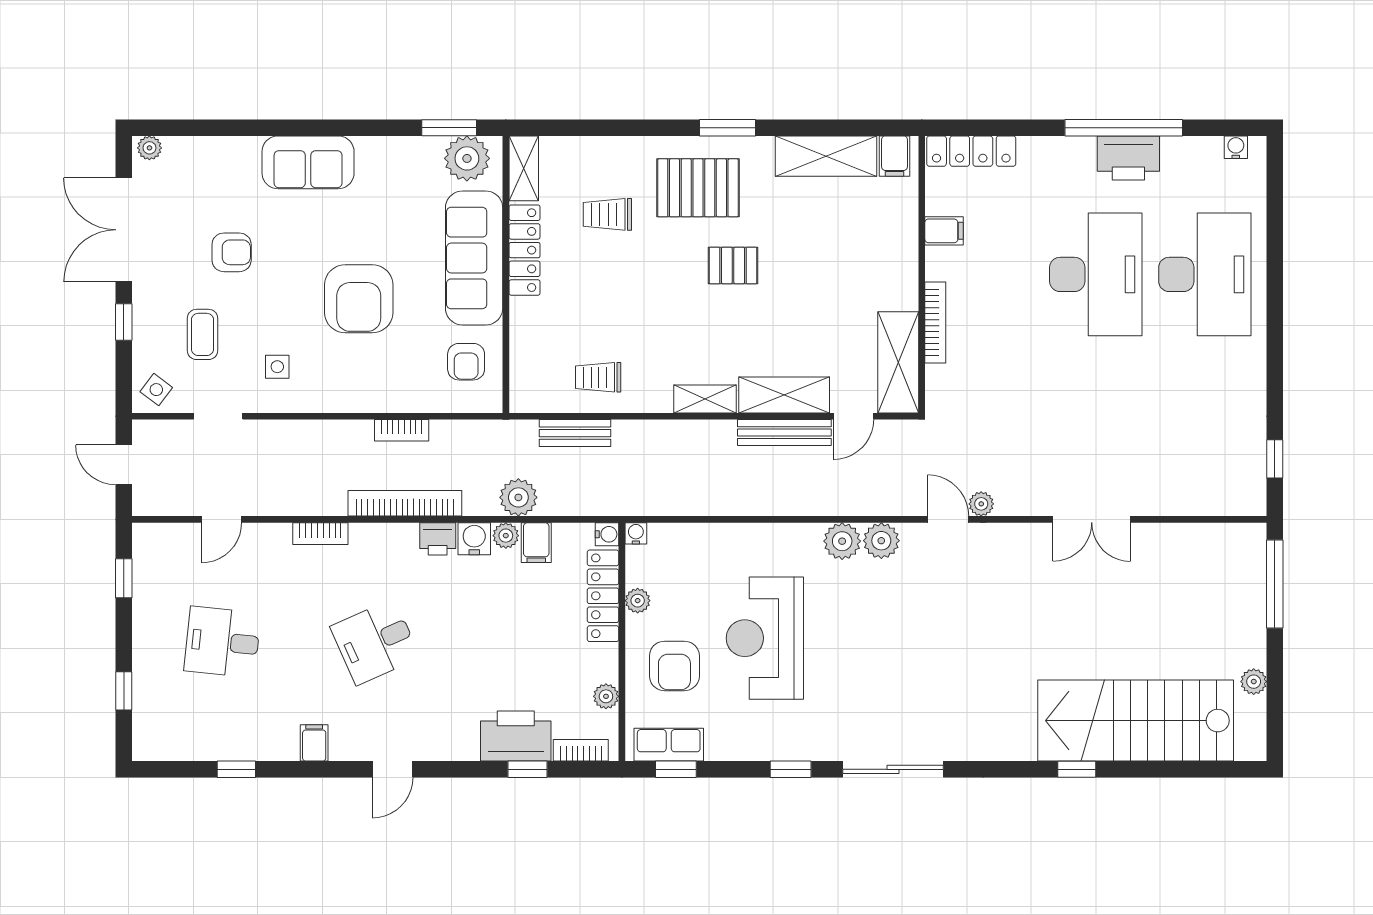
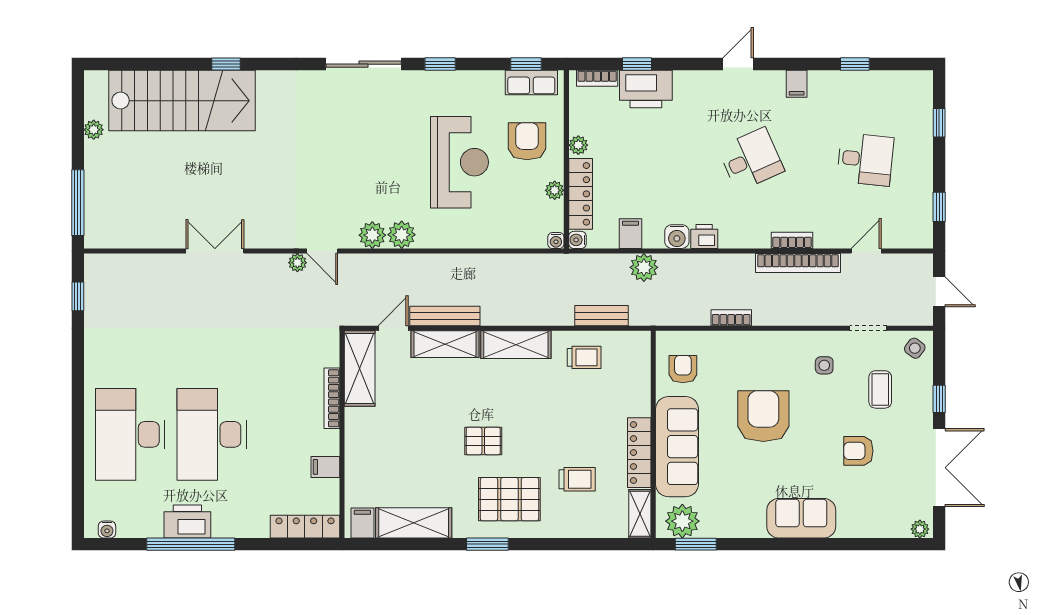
shelving: (705, 399) -> (516, 345), width x1.50, depth x1.33
bookcase: (405, 503) -> (798, 263), moved
plant: (506, 536) -> (653, 239), removed
plant: (606, 696) -> (578, 145), moved

